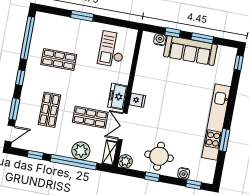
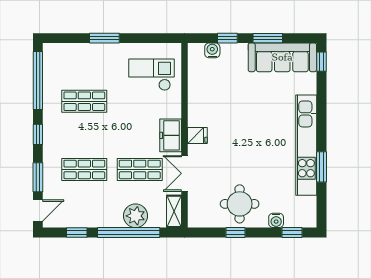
checkout: (112, 49) -> (152, 75), turned 90
sofa: (190, 51) -> (282, 57), moved
shop shelf: (49, 110) -> (84, 169), turned 90
plant: (125, 161) -> (197, 219), removed

